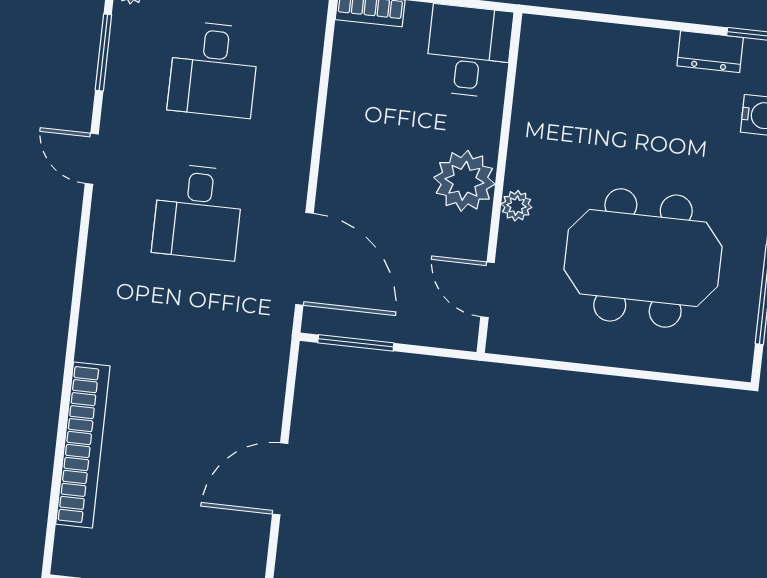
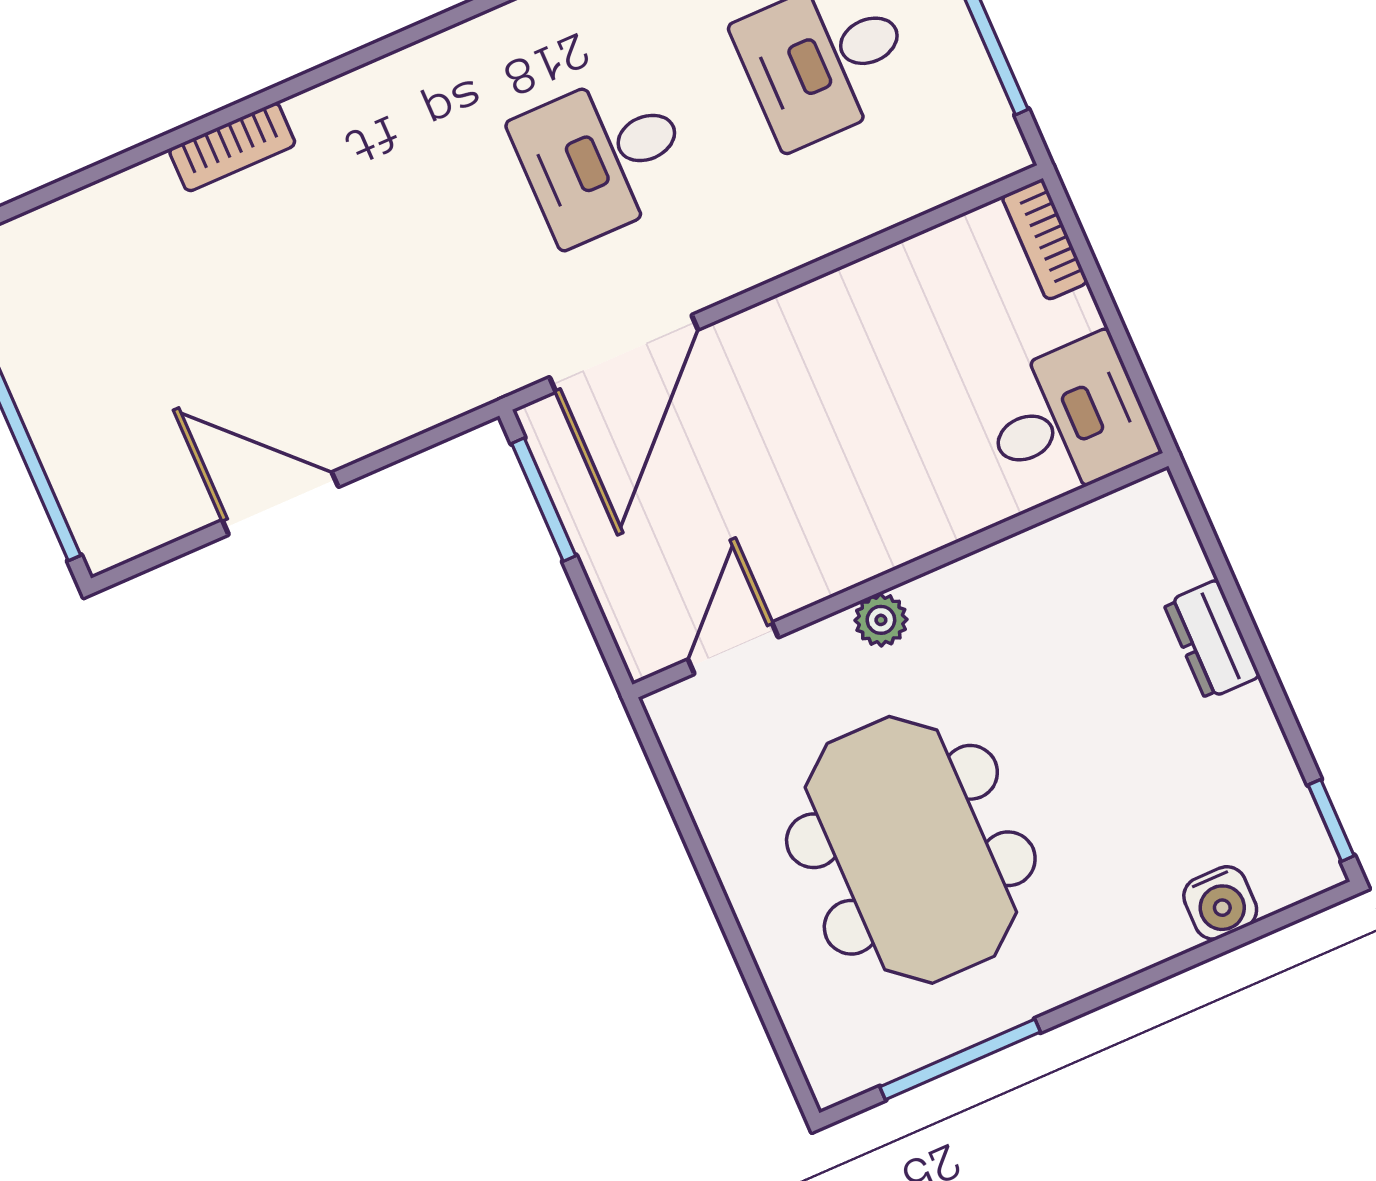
dresser: (710, 52) -> (1212, 640), moved
plant: (464, 181) -> (873, 522), removed
bookcase: (83, 445) -> (232, 147), width x0.43, depth x0.76

